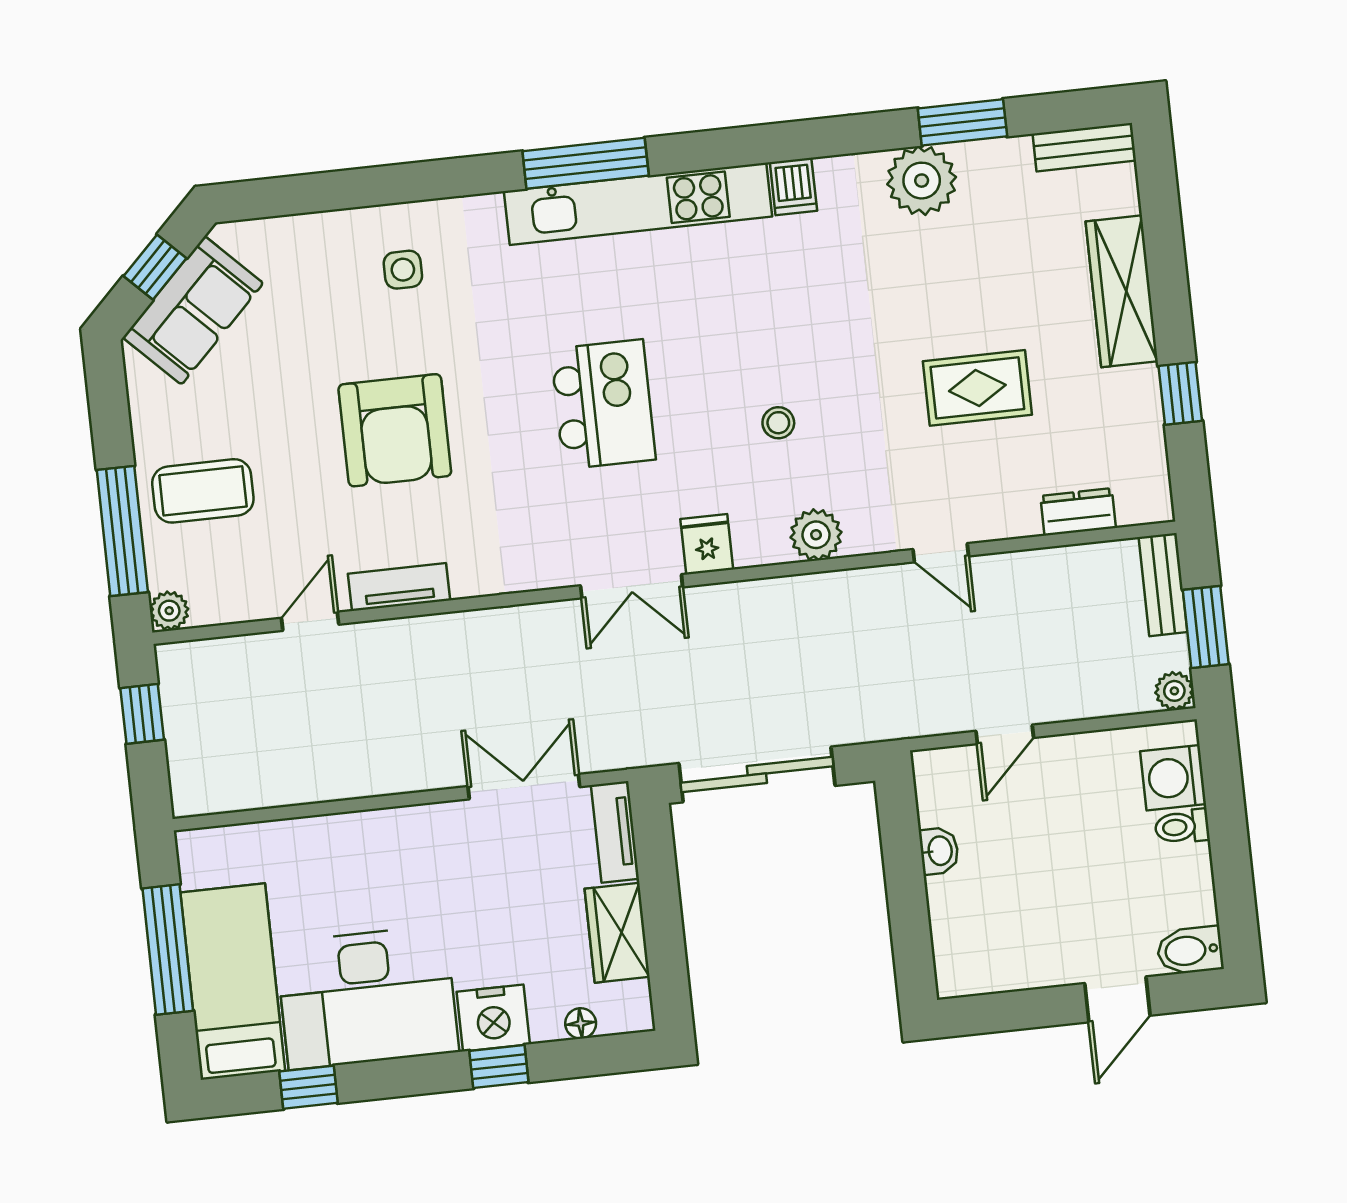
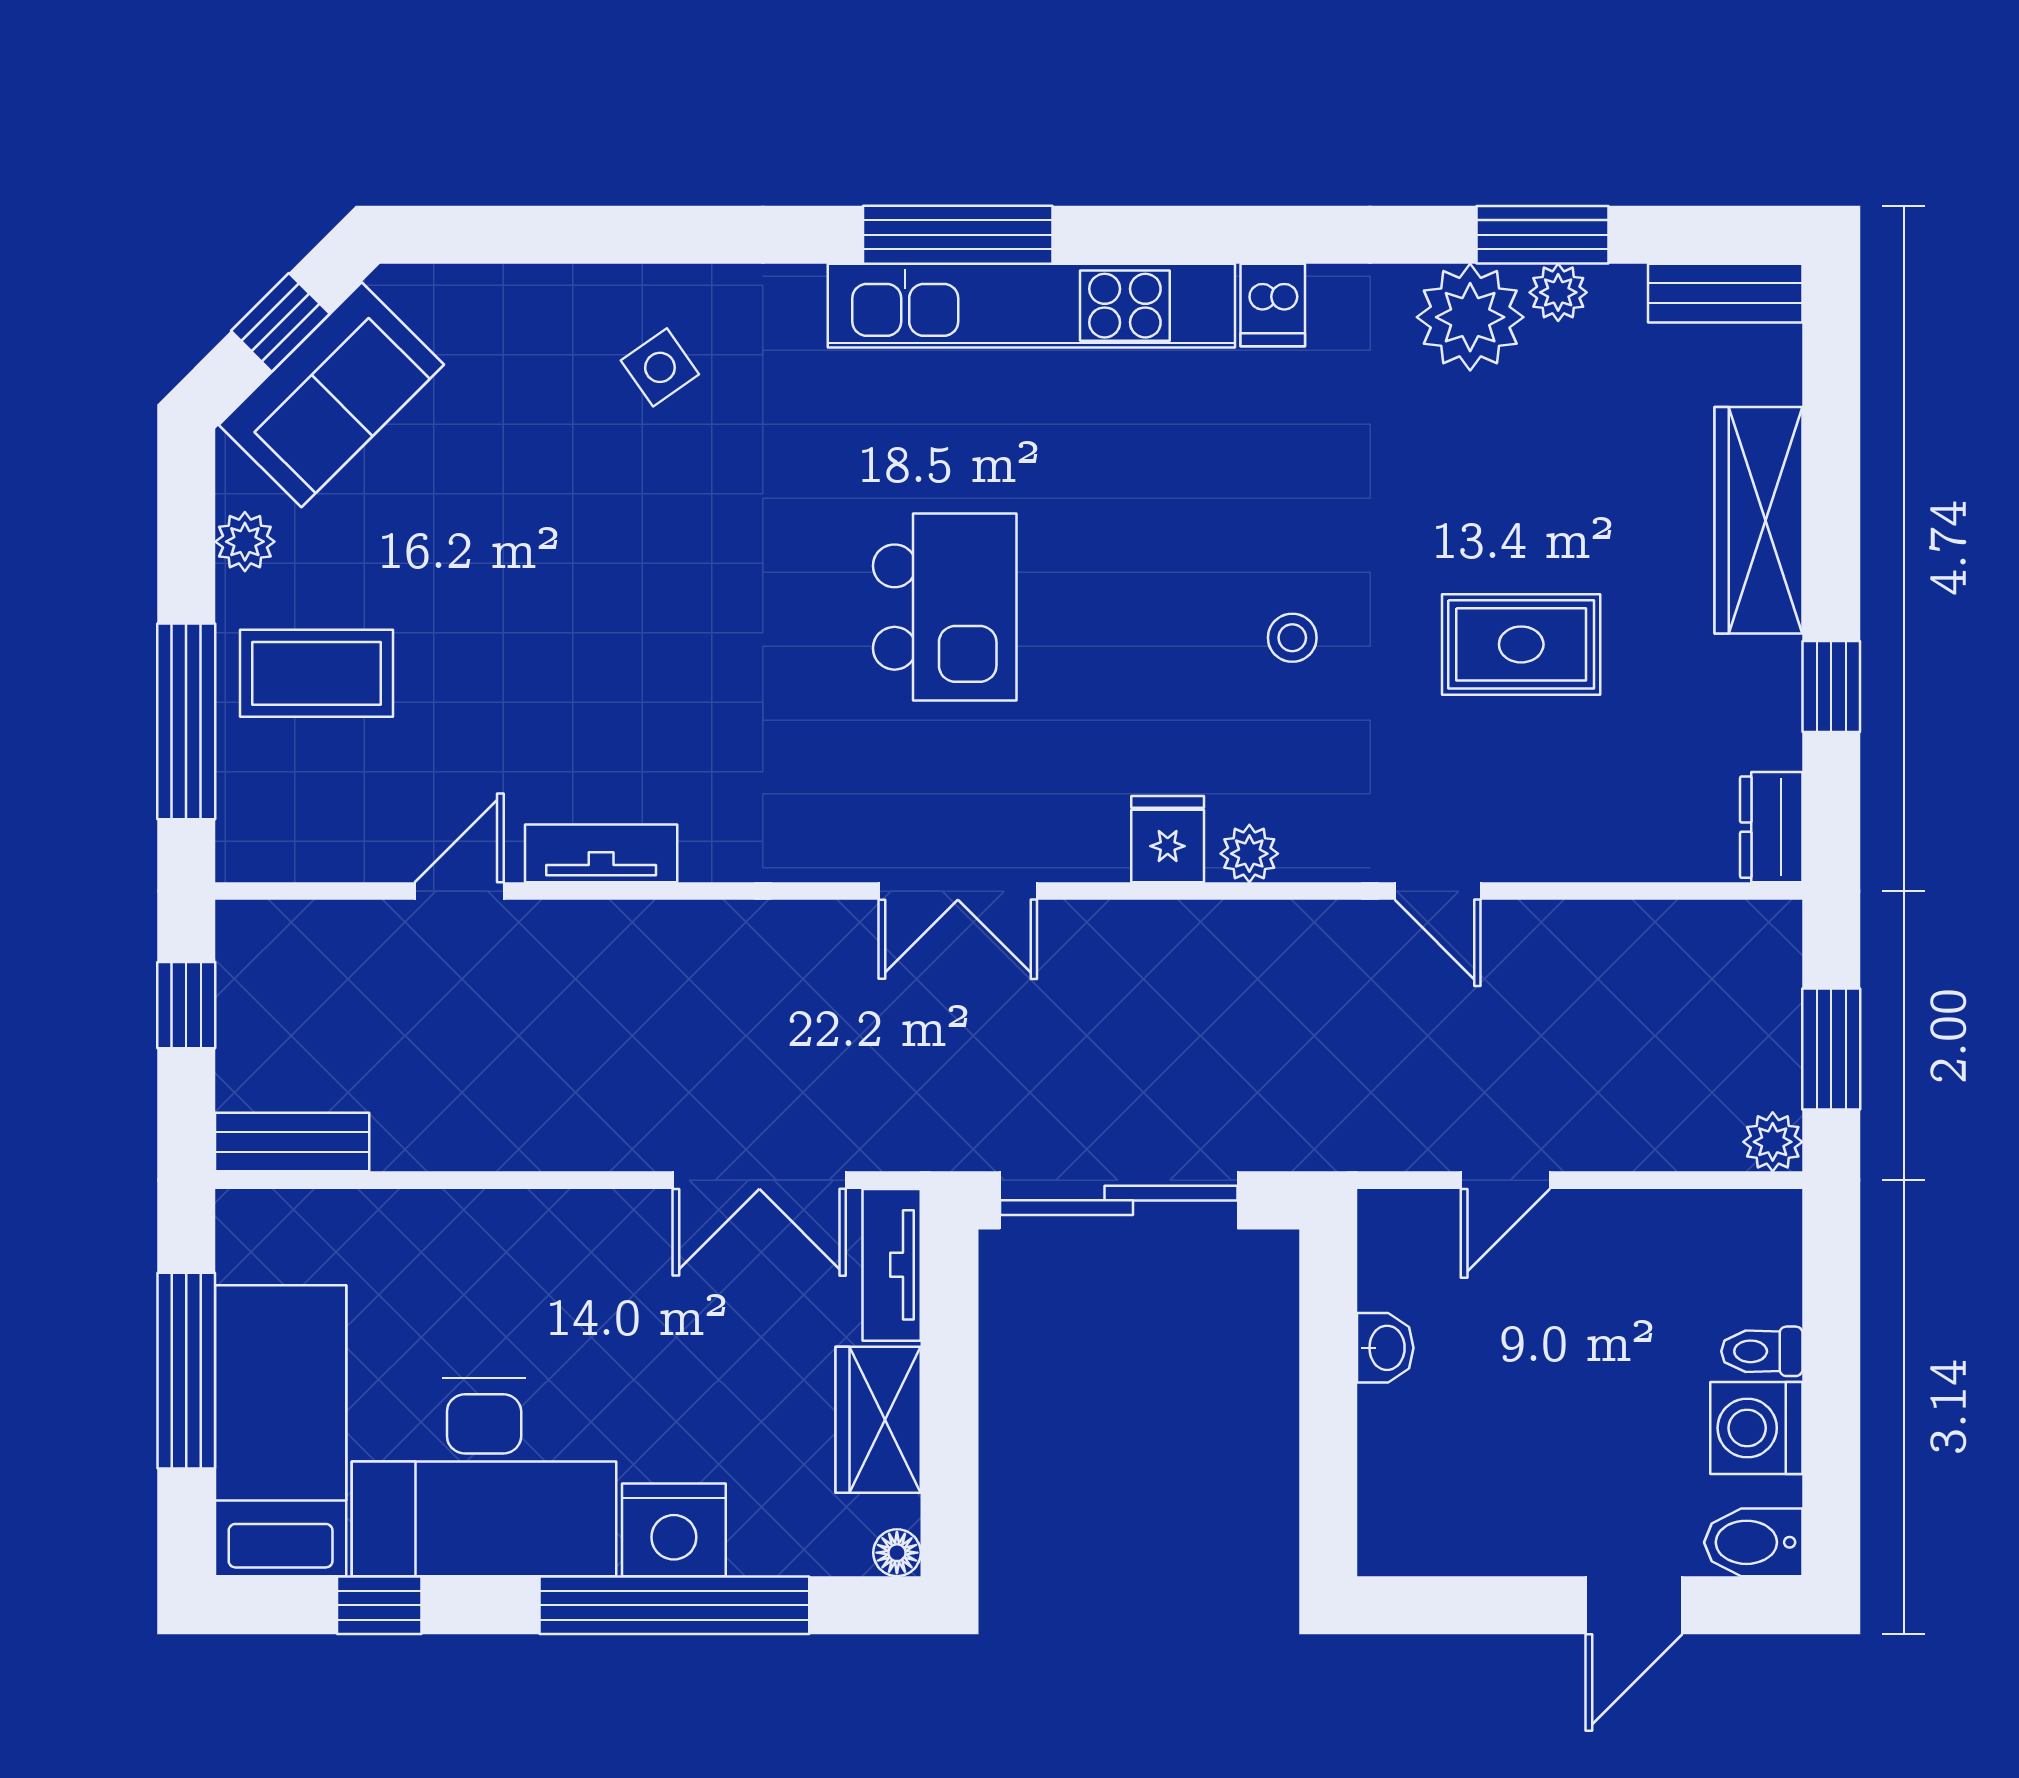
plant: (977, 158) -> (1558, 292), added
side table: (403, 270) -> (660, 367), turned -35
stool: (778, 423) -> (1292, 638), moved
armchair: (395, 430) -> (621, 612), removed
dresser: (1078, 512) -> (1771, 827), moved, turned -90
plant: (816, 535) -> (1249, 854), width x0.73, depth x0.73
fridge: (707, 544) -> (1168, 839), moved
bench: (1163, 585) -> (292, 1142), moved, turned 90
plant: (169, 611) -> (245, 542), moved
washing machine: (1173, 778) -> (1756, 1428), moved
double door: (524, 787) -> (759, 1180), swing flipped
floor lamp: (581, 1023) -> (897, 1553), moved
window: (499, 1067) -> (674, 1605), width x3.17

